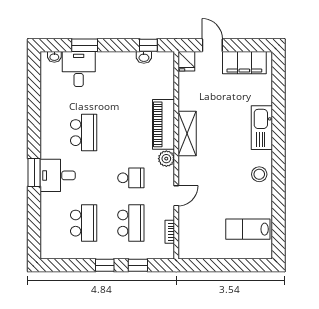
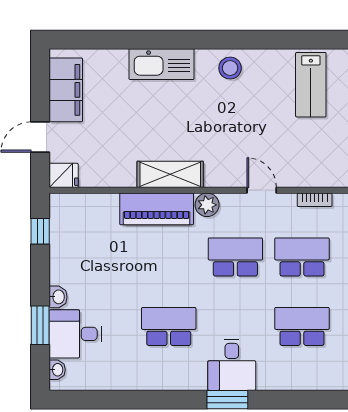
washbasin: (144, 57) -> (58, 297), moved
school desk: (131, 178) -> (235, 257), width x1.85

